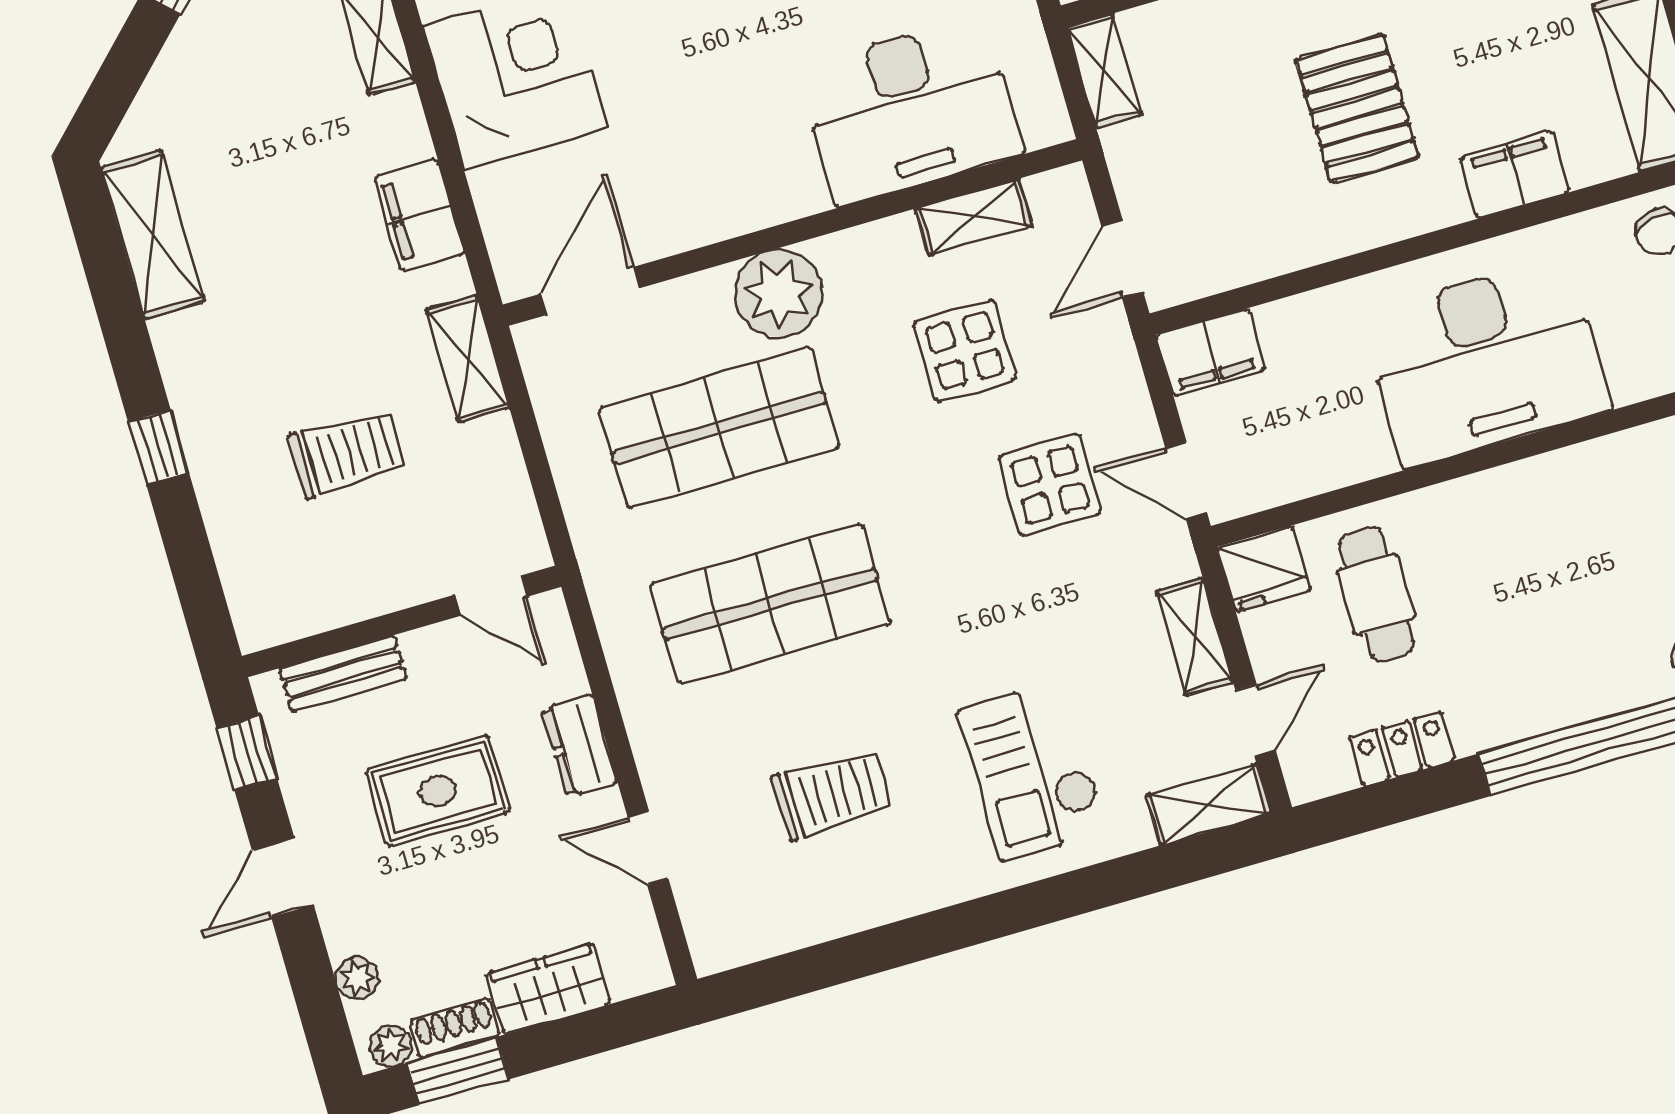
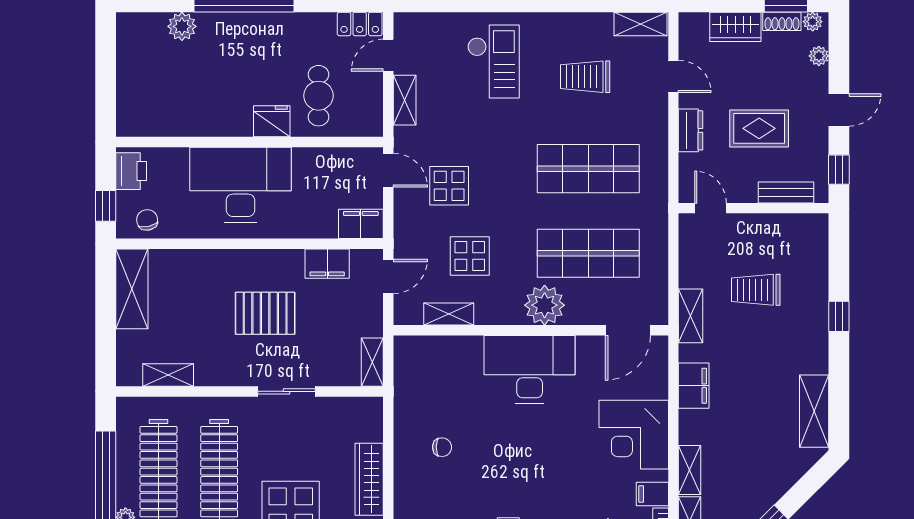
pallet: (1357, 108) -> (265, 313), turned 90
desk: (910, 110) -> (530, 369), moved
filing cabinet: (1515, 175) -> (327, 264), moved
fridge: (1264, 569) -> (272, 121), moved
locker: (1402, 749) -> (360, 24), moved
shelving: (1208, 805) -> (640, 24), moved

